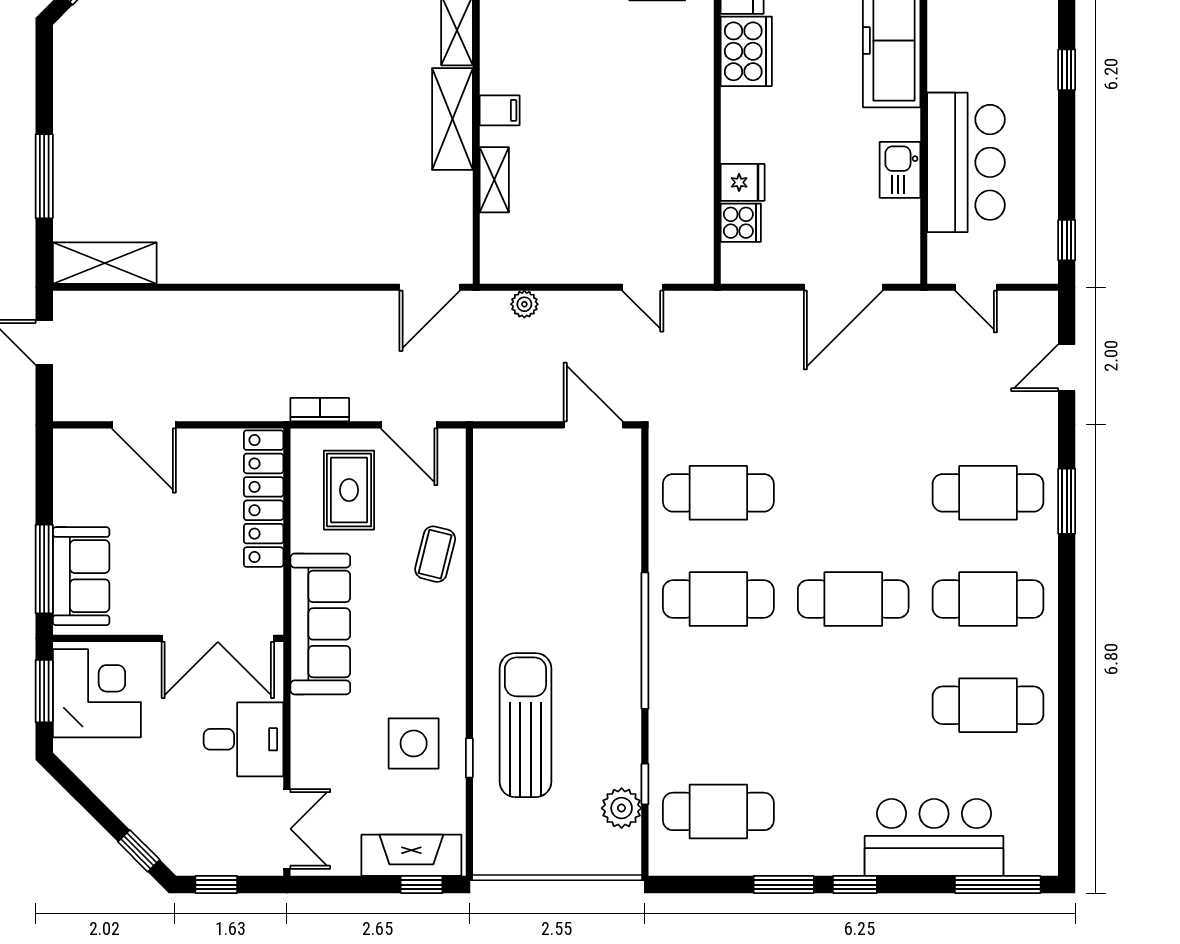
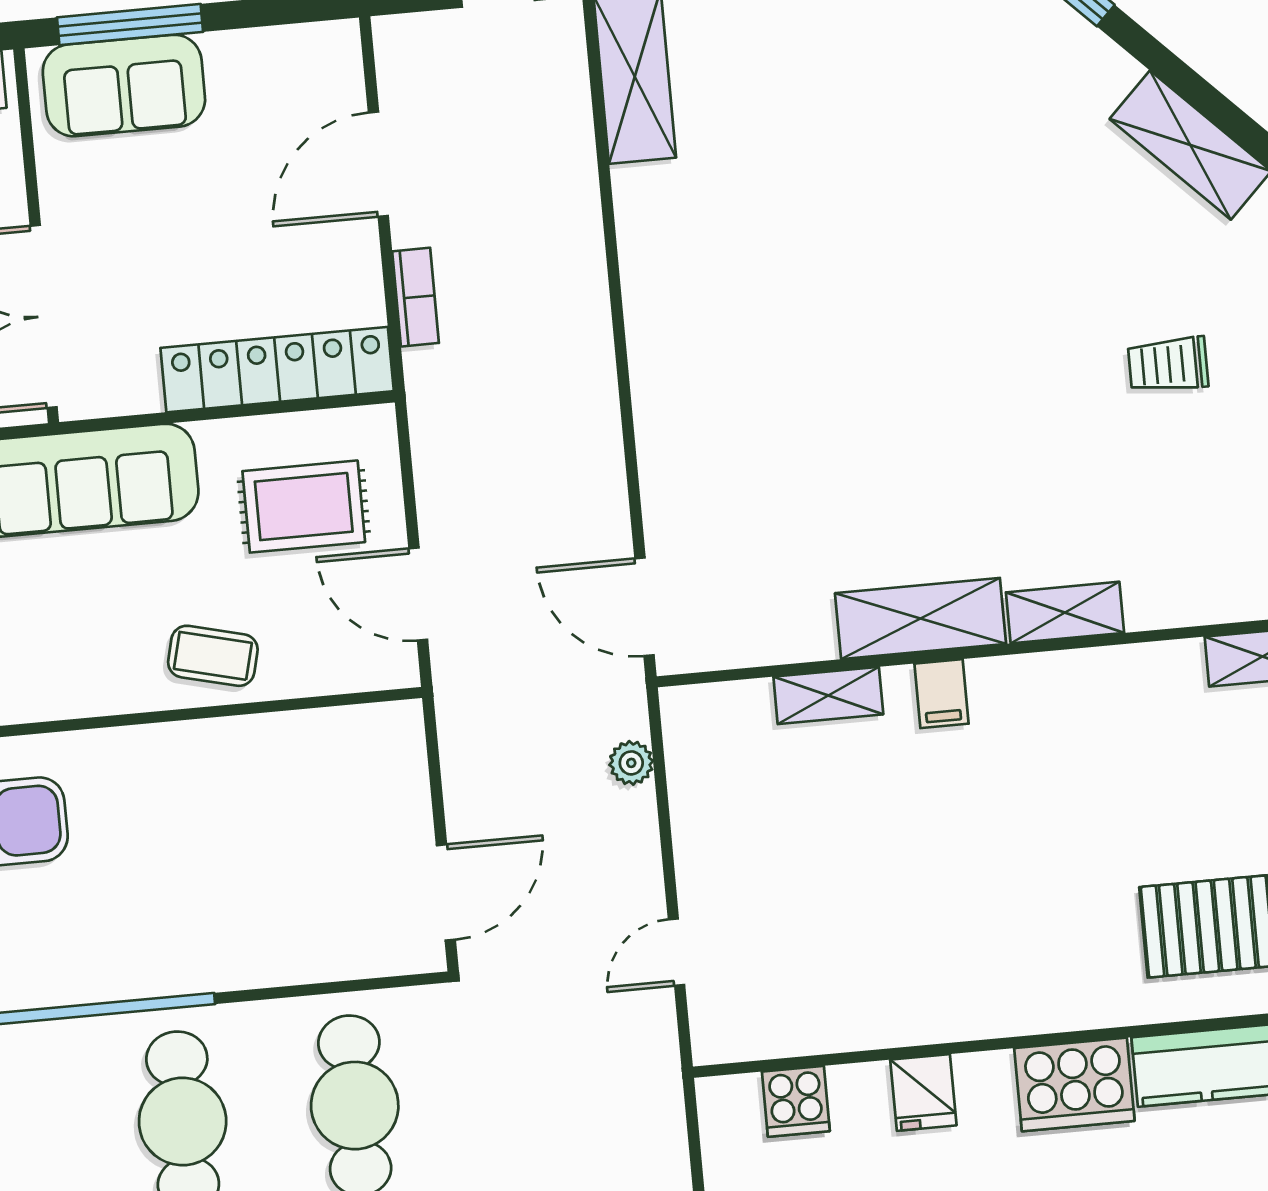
fridge: (743, 182) -> (923, 1092), moved
bookcase: (320, 410) -> (416, 297), moved
door: (409, 425) -> (418, 594), hinge flipped

